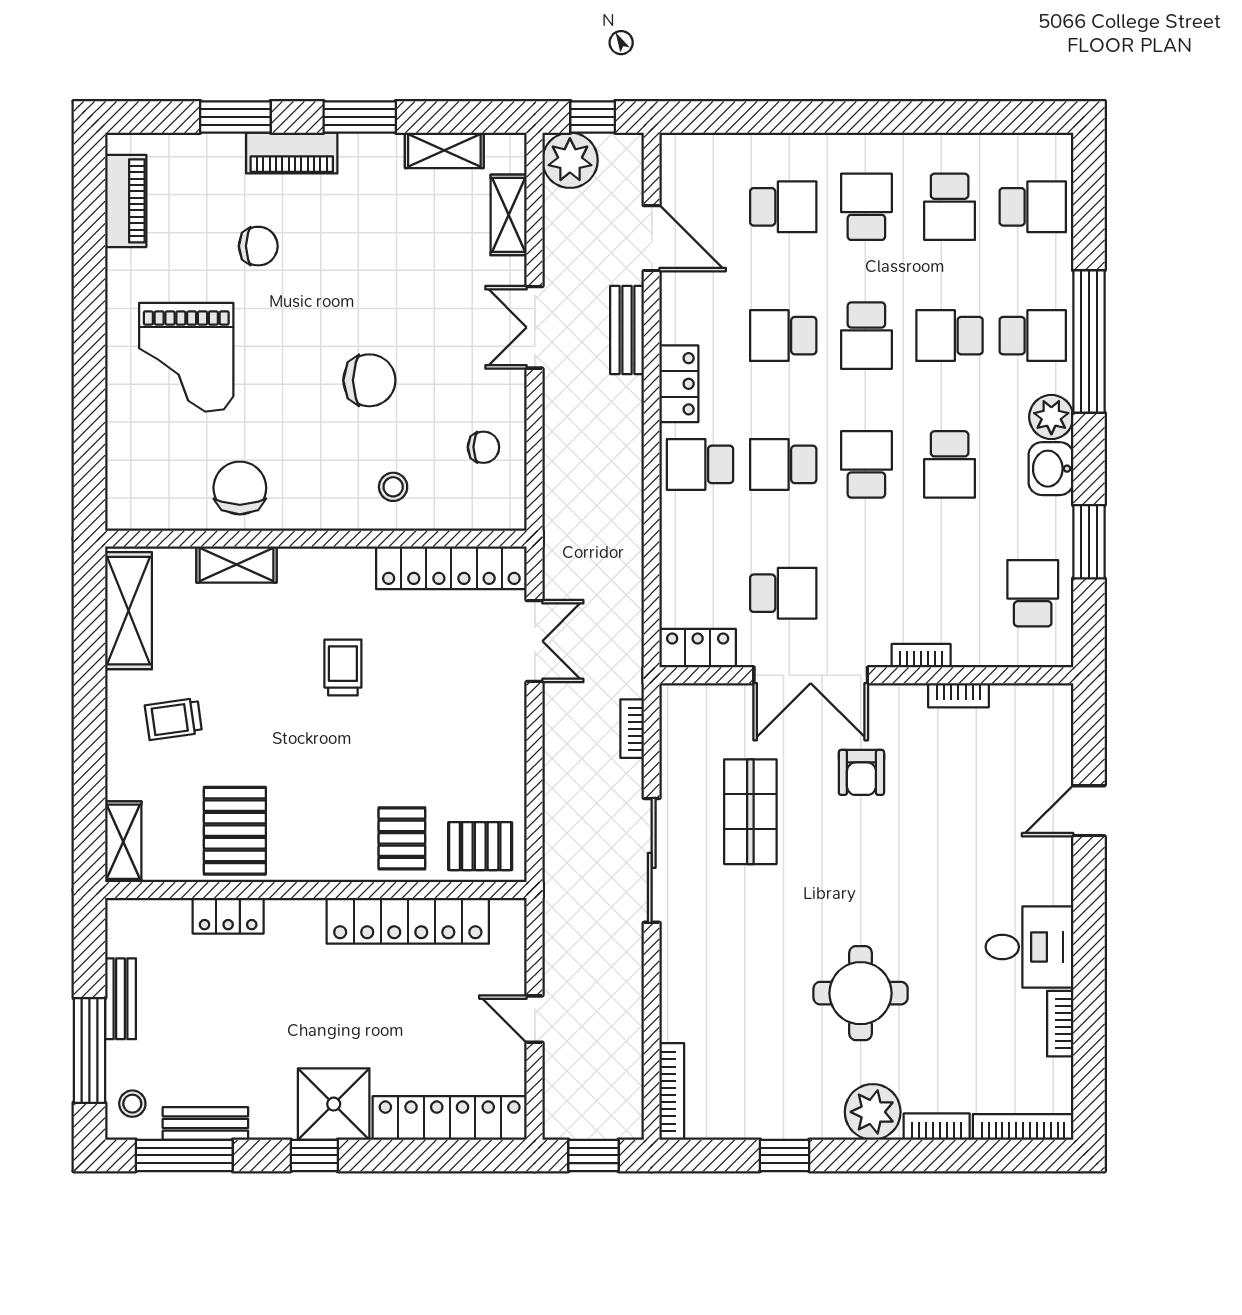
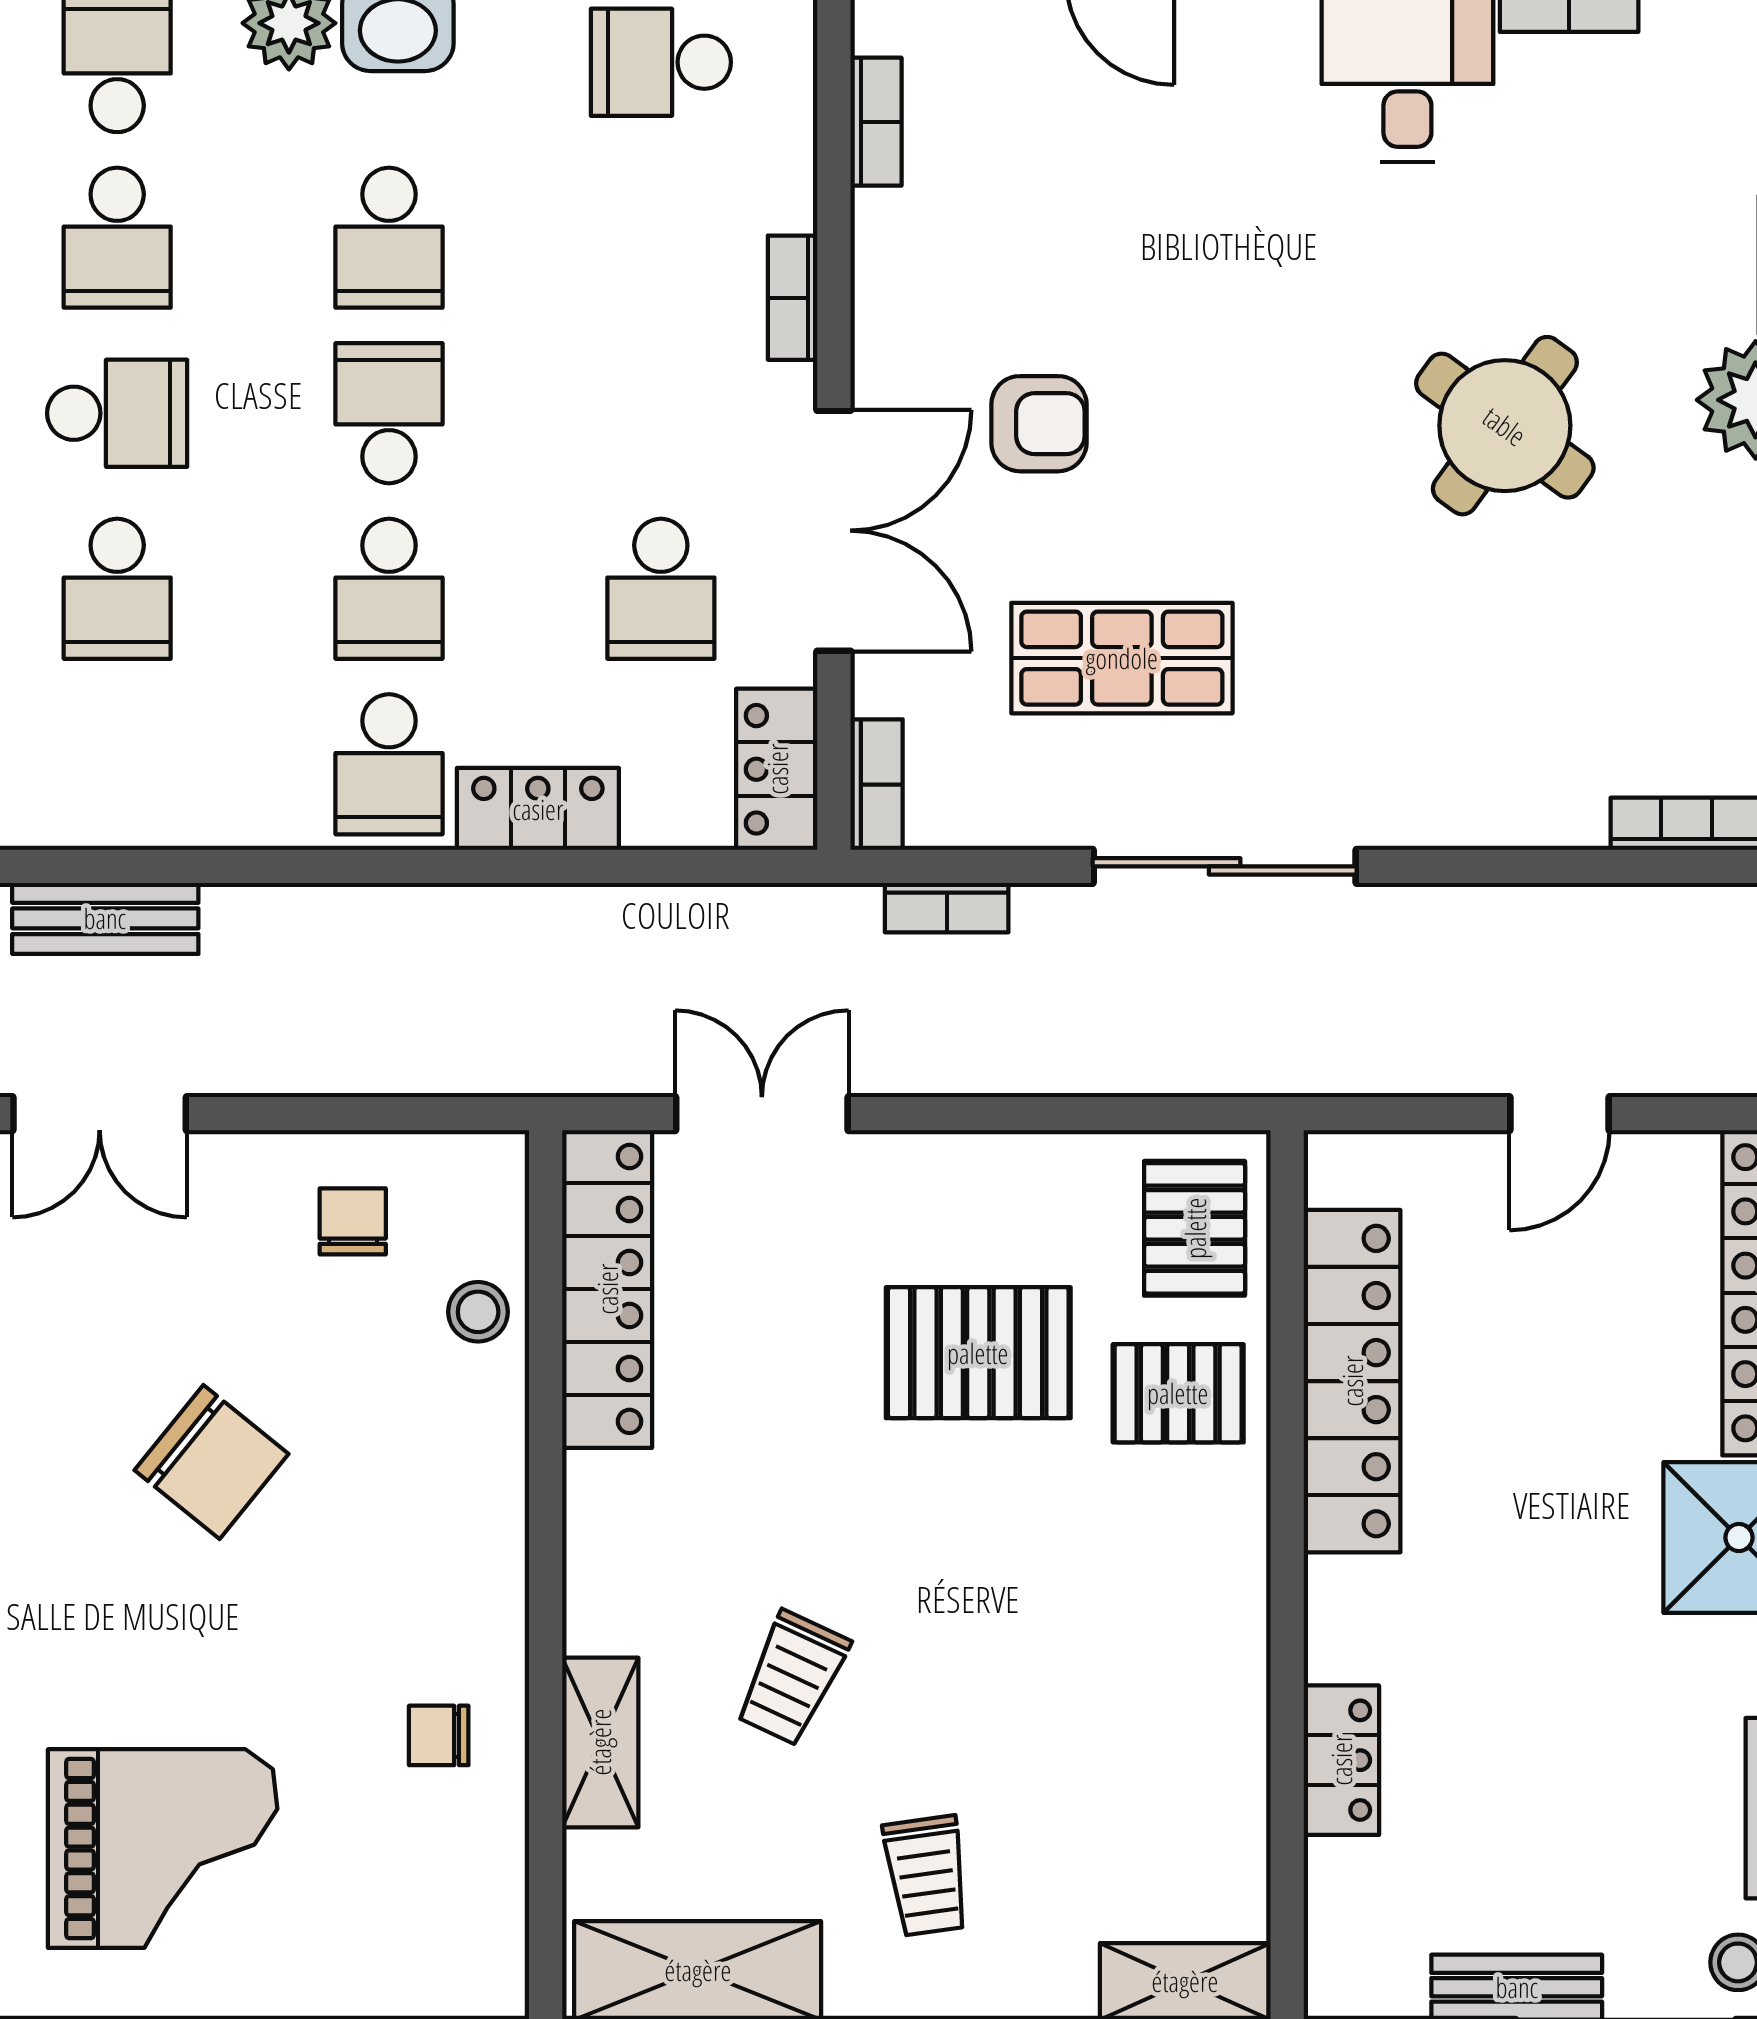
chair: (369, 380) -> (211, 1462), turned 129
locker: (679, 384) -> (538, 809), moved
school desk: (866, 464) -> (389, 413), turned 90
school desk: (950, 464) -> (389, 238), turned 90
stool: (393, 487) -> (478, 1312), moved
chair: (240, 488) -> (439, 1735), width x0.54, depth x0.54
school desk: (783, 593) -> (661, 589), turned 180
trolley: (343, 667) -> (792, 1678), moved, turned -65
bookcase: (690, 695) -> (877, 785), added
bookcase: (958, 695) -> (876, 122), moved
pallet: (235, 831) -> (978, 1353), moved
round table: (861, 993) -> (1505, 426), turned 36

